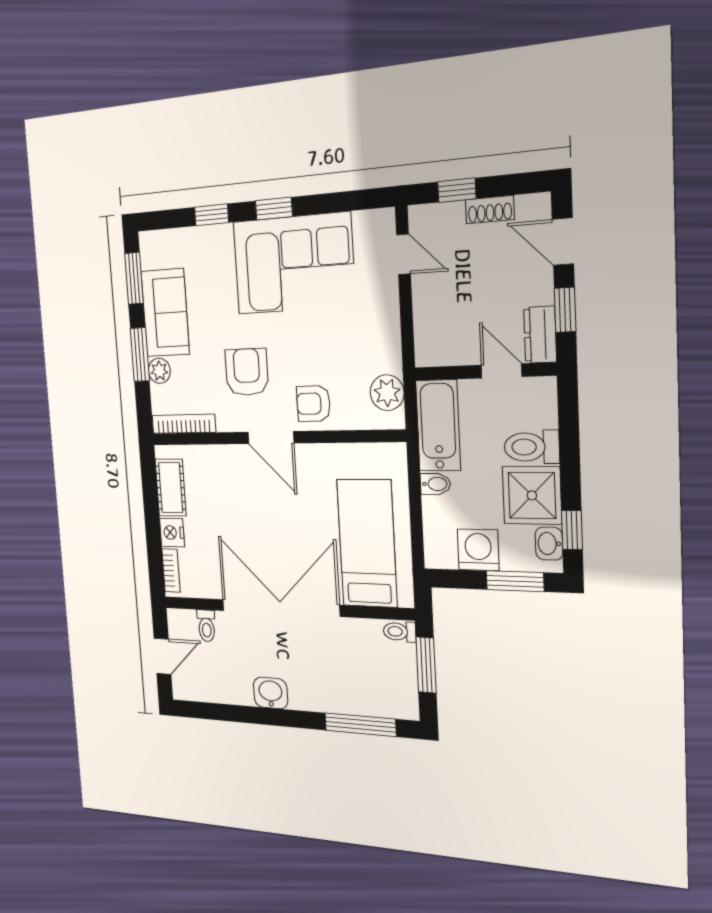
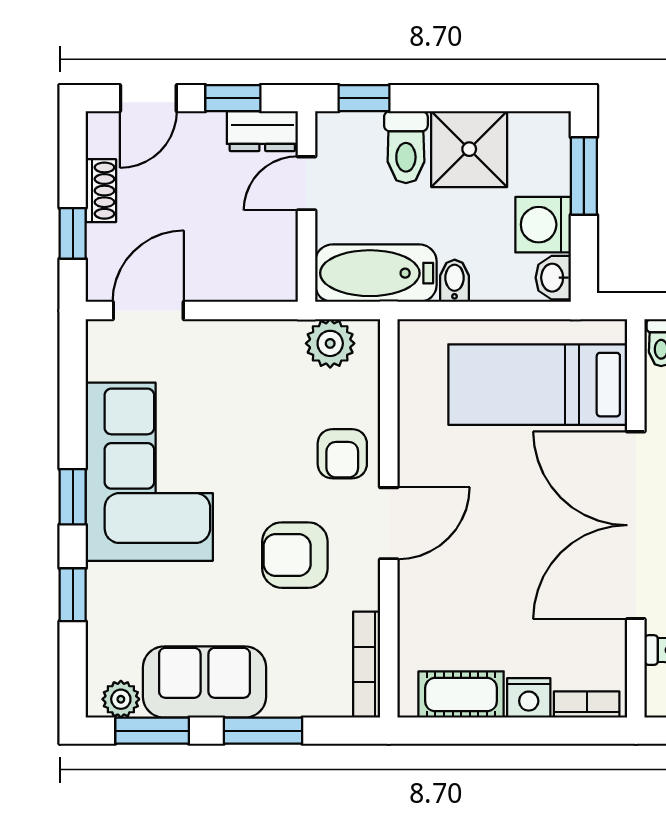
door: (404, 254) -> (148, 310), width x1.38
plant: (159, 371) -> (121, 699), moved
window: (572, 530) -> (364, 98), moved
washbasin: (549, 544) -> (553, 278), moved, turned 90

